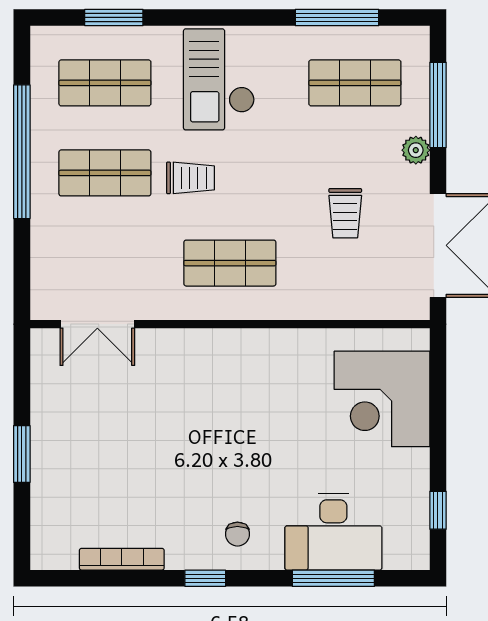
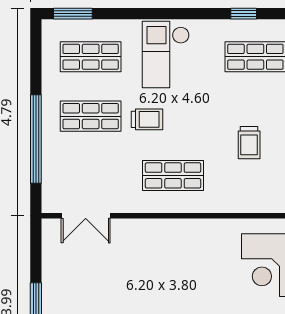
window: (114, 17) -> (73, 14), moved
window: (337, 17) -> (244, 14), width x0.46
window: (22, 152) -> (36, 139), moved

